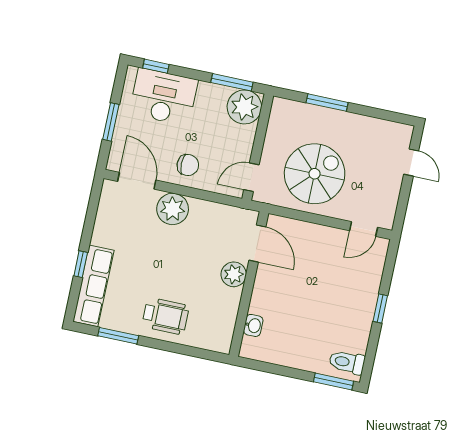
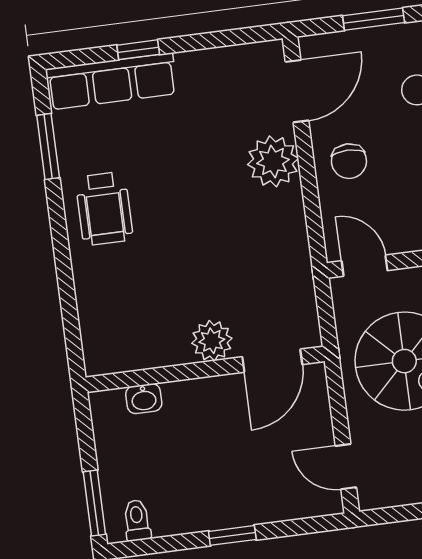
door: (257, 244) -> (272, 361), moved
plant: (234, 274) -> (212, 341), moved
wall: (249, 284) -> (205, 369), moved
washbasin: (253, 325) -> (144, 399), moved
toilet: (347, 362) -> (137, 520), width x0.73, depth x0.72

